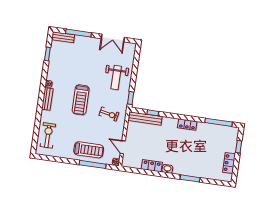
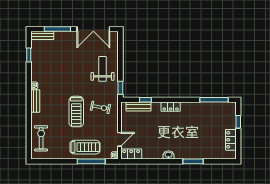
double door: (113, 38) -> (93, 29), width x1.37
weight bench: (116, 78) -> (103, 69), turned 180
treadmill: (81, 100) -> (76, 112), moved
bench: (145, 118) -> (139, 107), width x0.73
locker: (187, 125) -> (171, 107), moved
door: (123, 147) -> (120, 139), swing flipped
locker: (152, 166) -> (131, 154), moved

